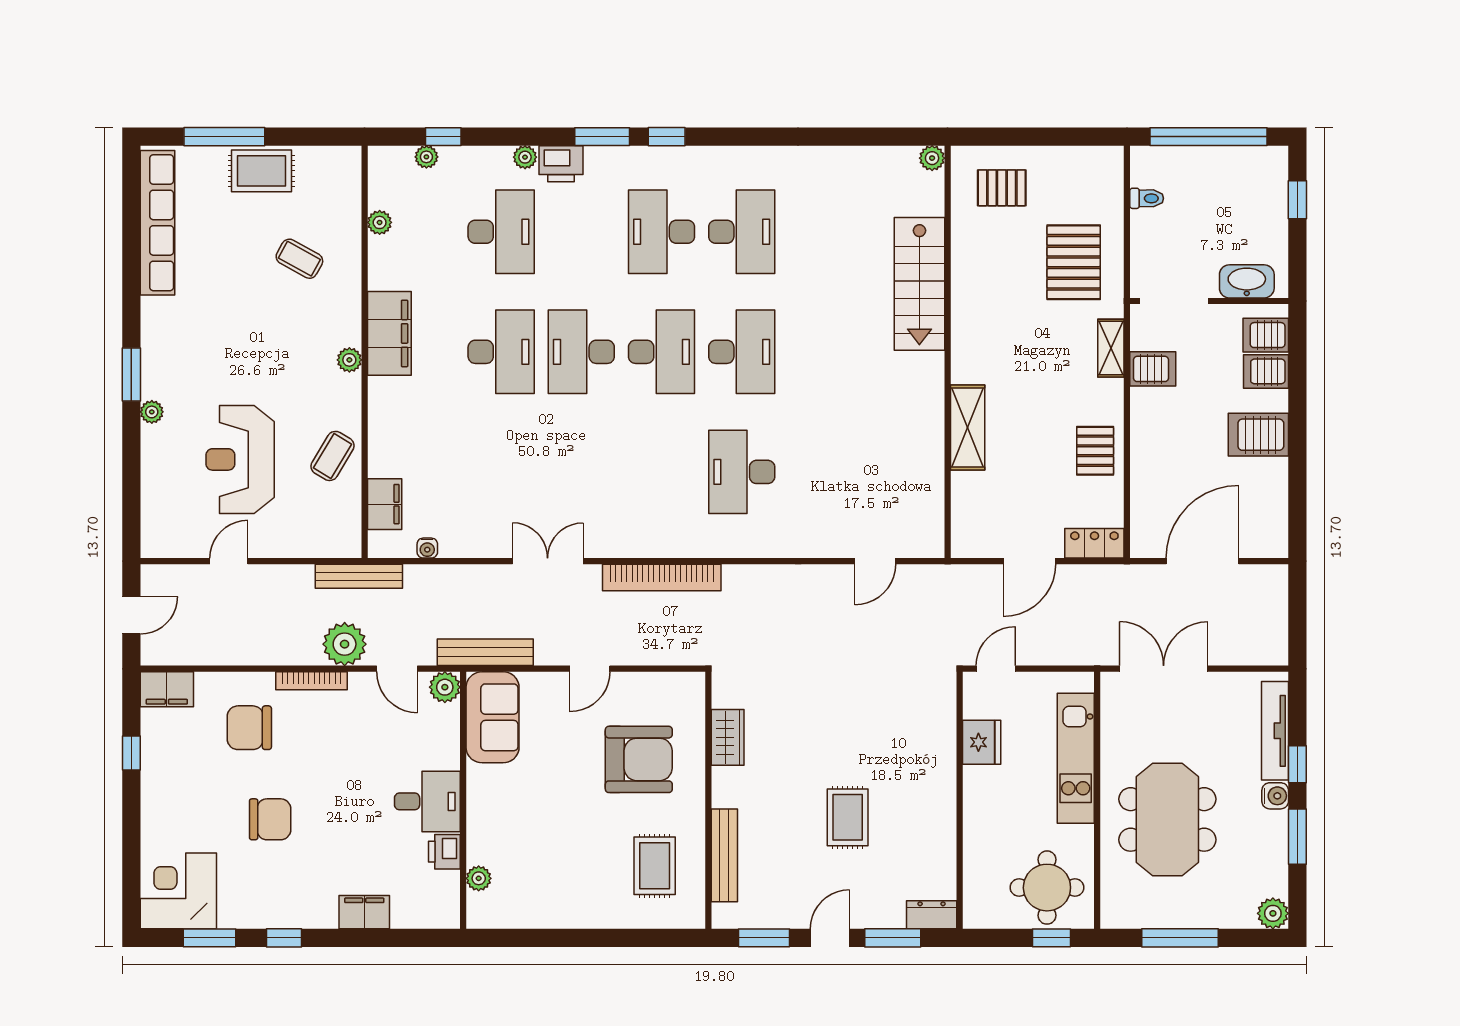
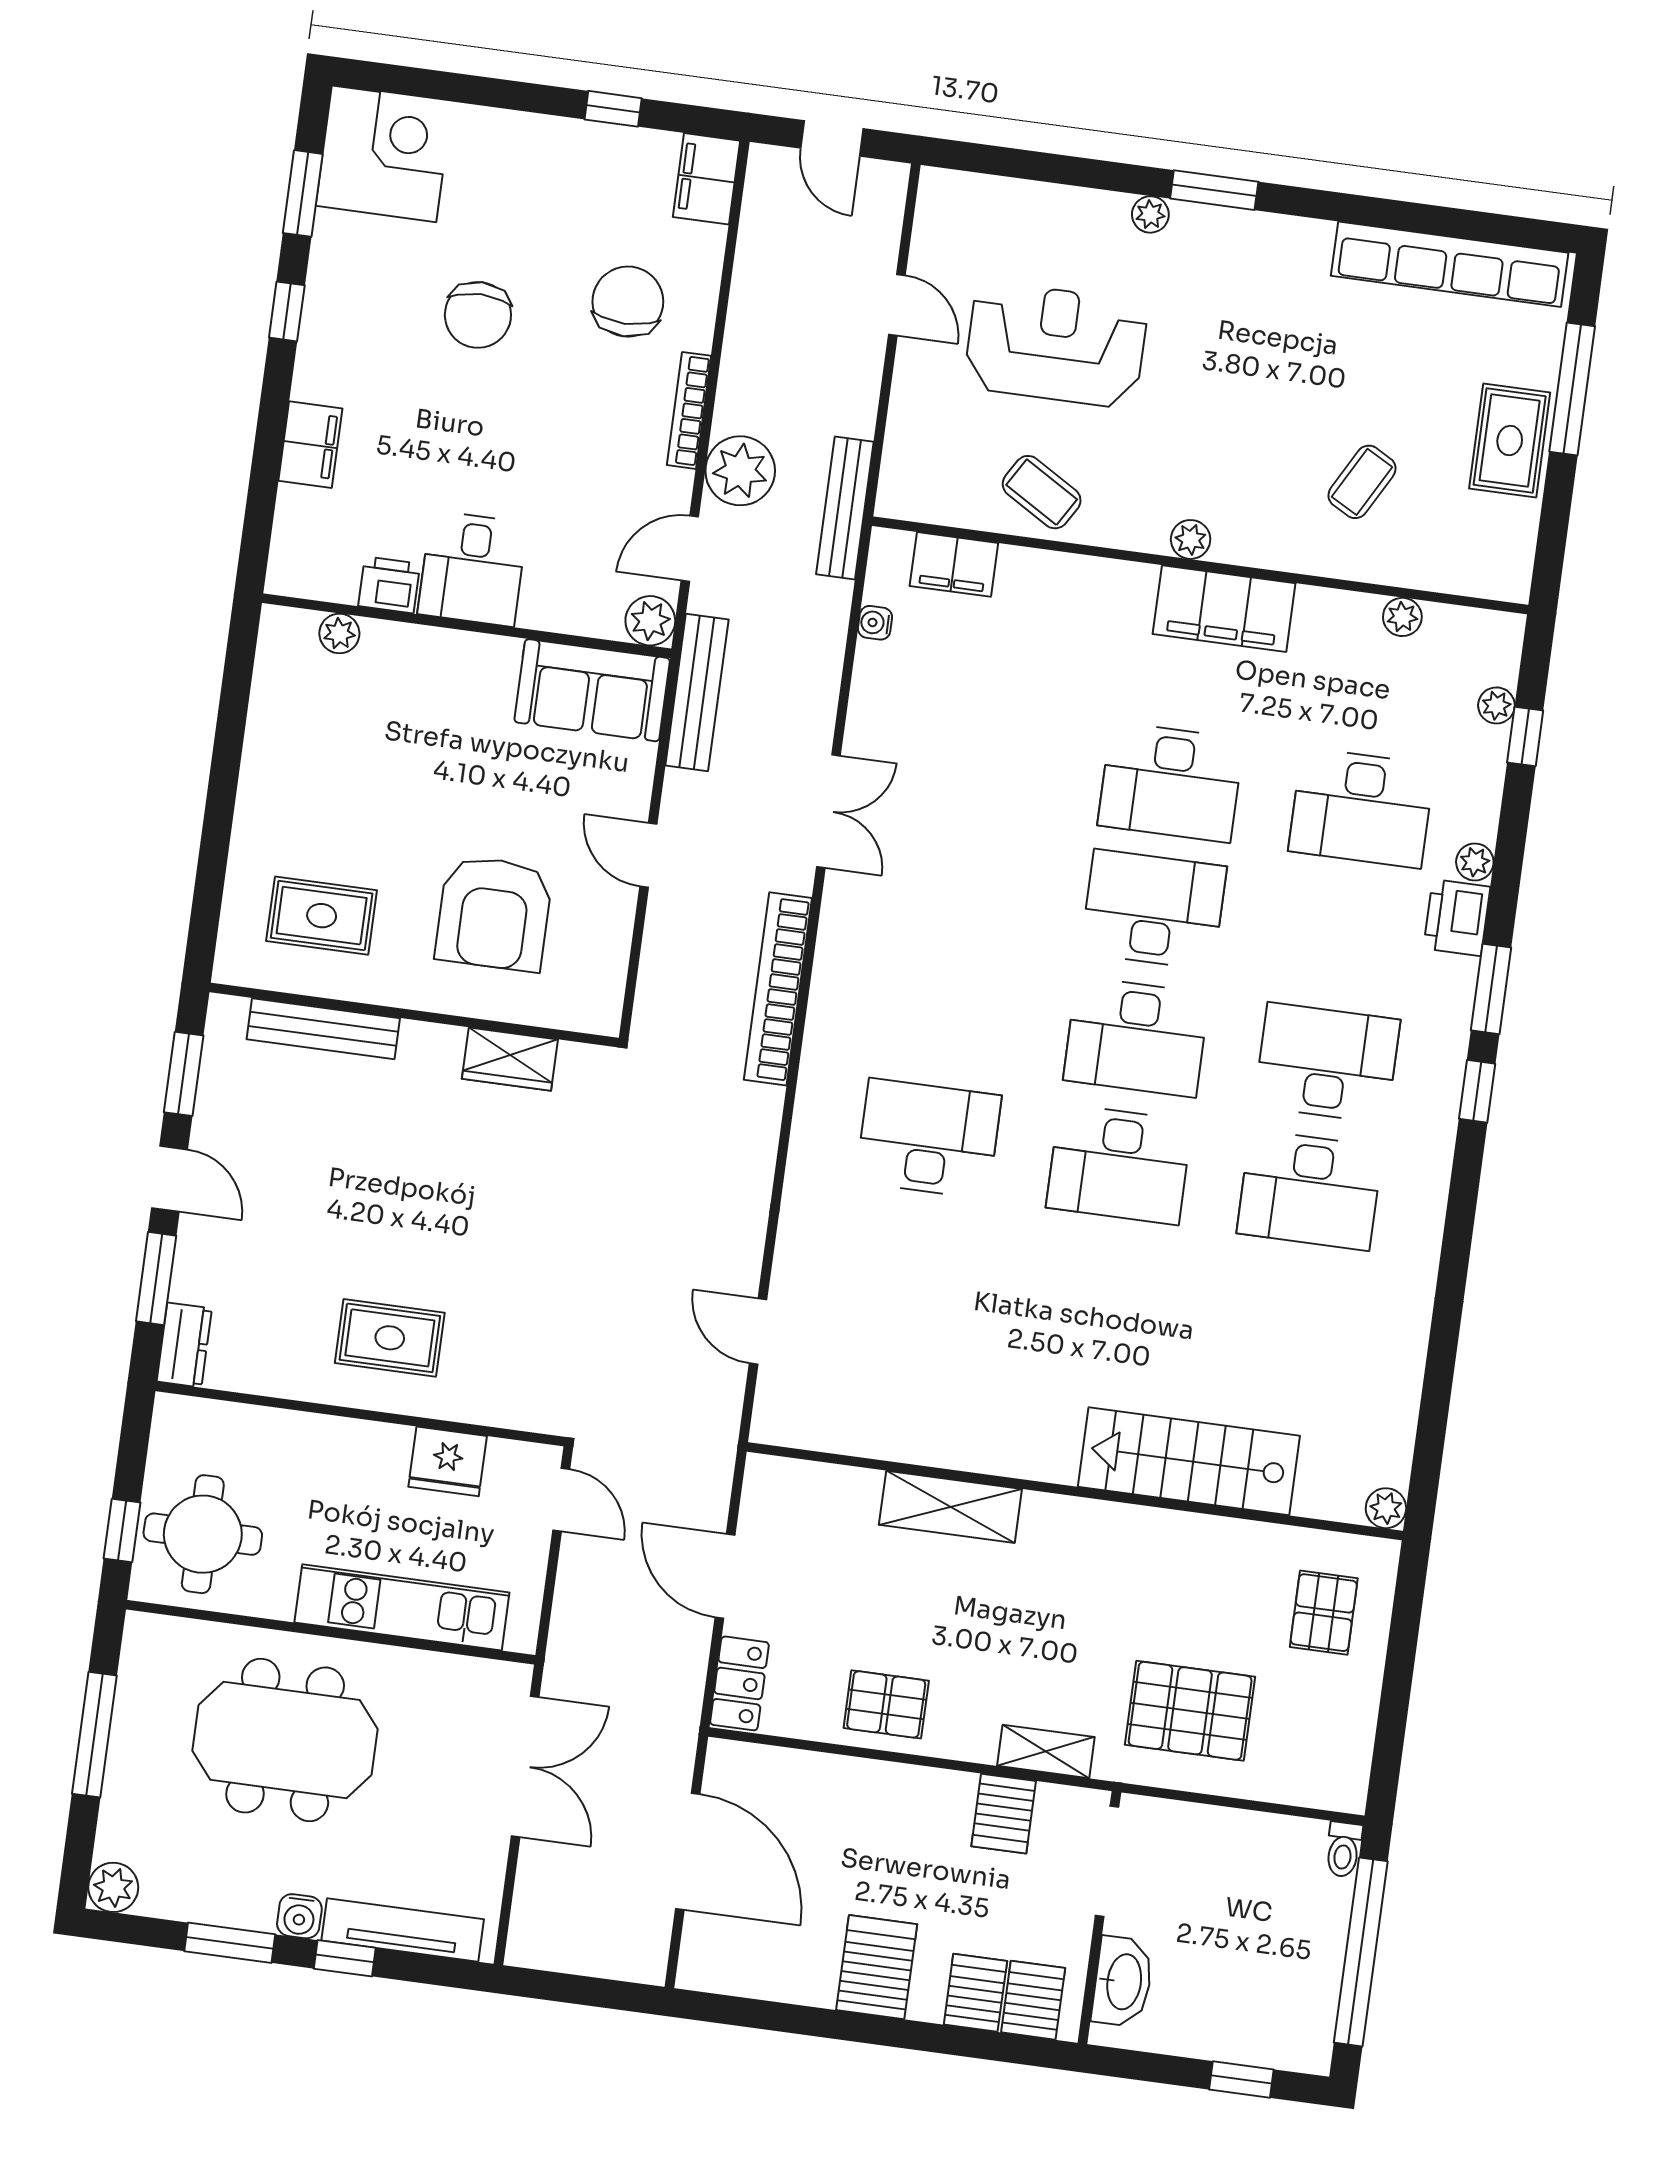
toilet: (1147, 198) -> (1343, 1850), moved
rug: (848, 817) -> (390, 1338), moved

